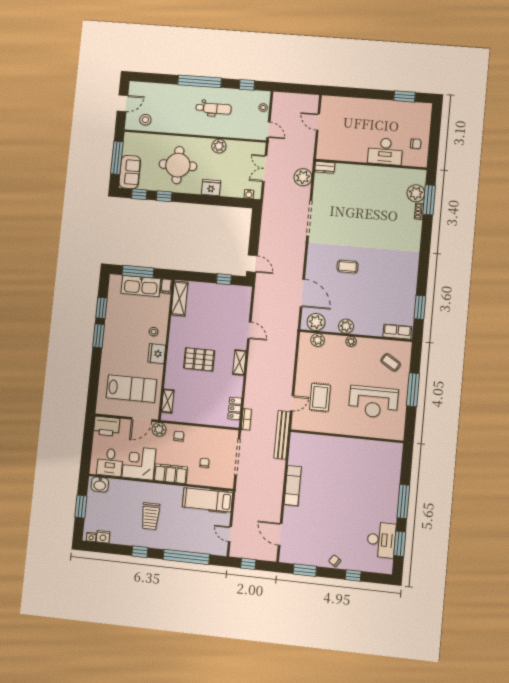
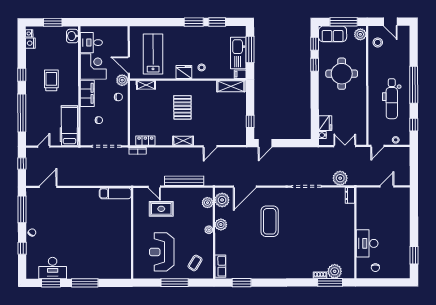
dental chair: (214, 108) -> (392, 99), width x1.36, depth x1.38
plant: (219, 146) -> (360, 34), moved
fridge: (211, 188) -> (325, 123), moved
coffee table: (347, 267) -> (270, 221), width x1.86, depth x1.72
lab bench: (131, 389) -> (153, 54), turned 180
printer: (107, 426) -> (120, 37), removed
bench: (282, 435) -> (184, 181), moved
exam couch: (293, 486) -> (115, 193), moved
trolley: (150, 516) -> (51, 80), turned 90
window: (305, 570) -> (22, 209), width x1.44

